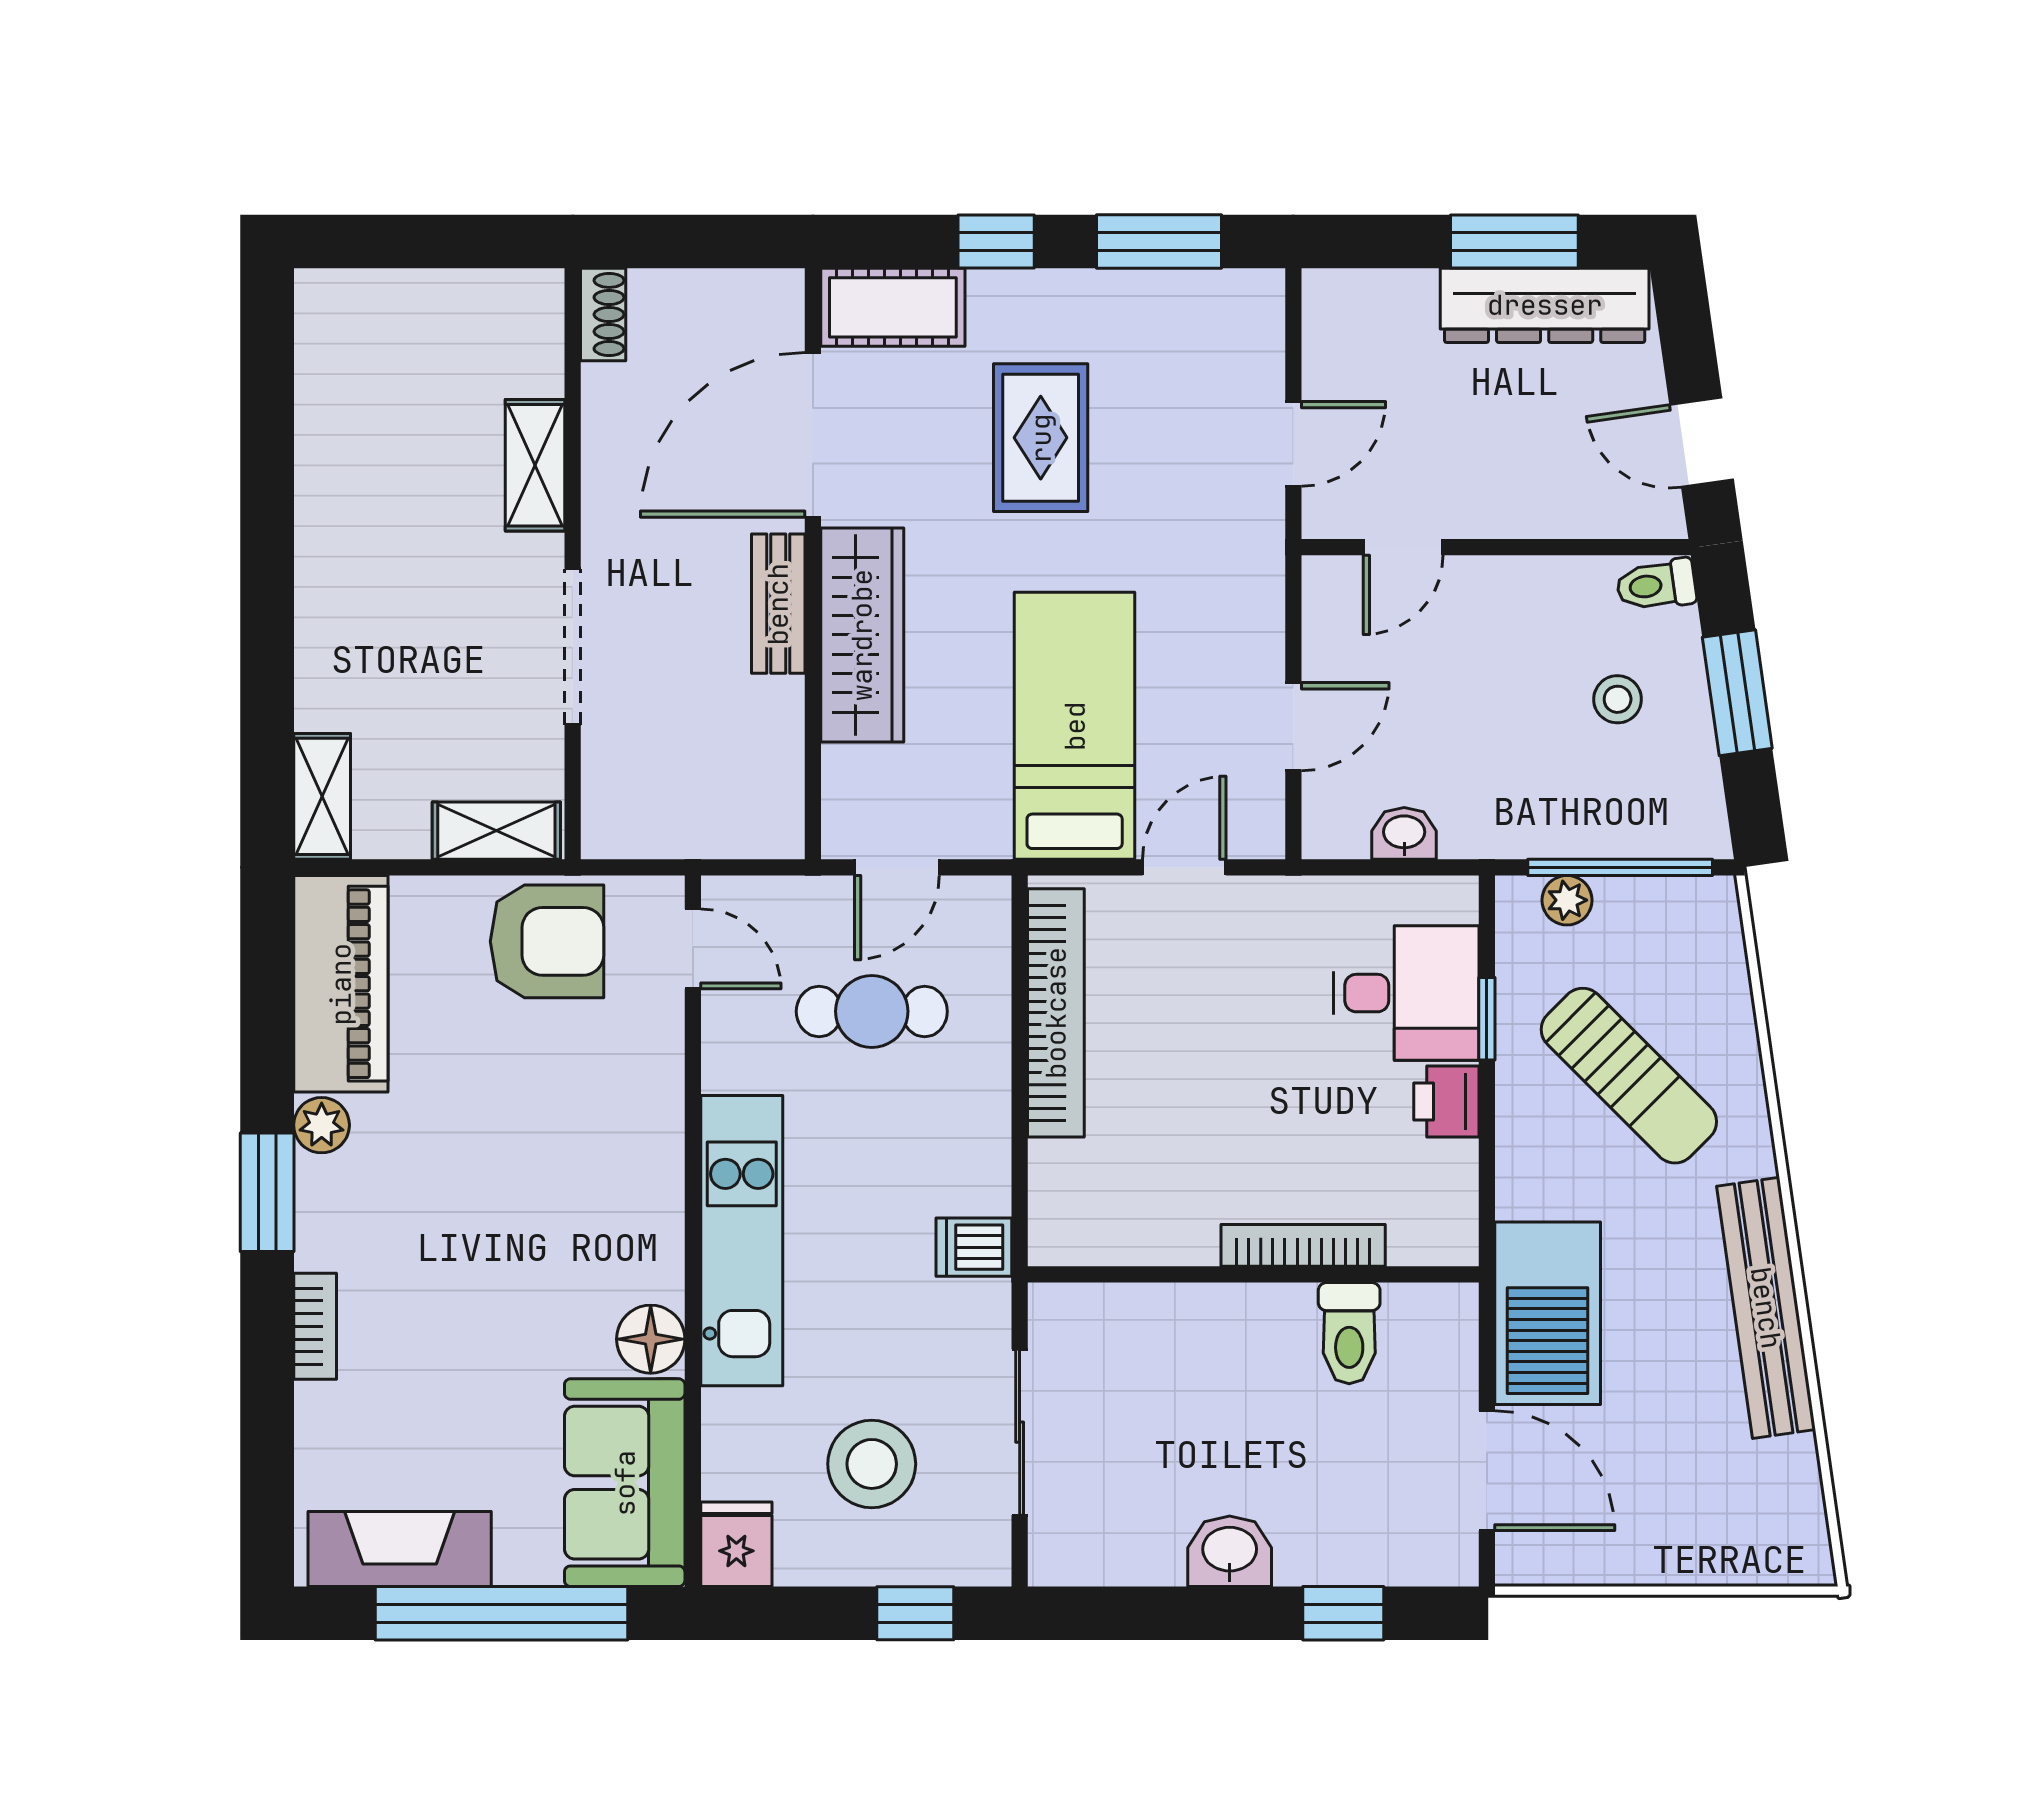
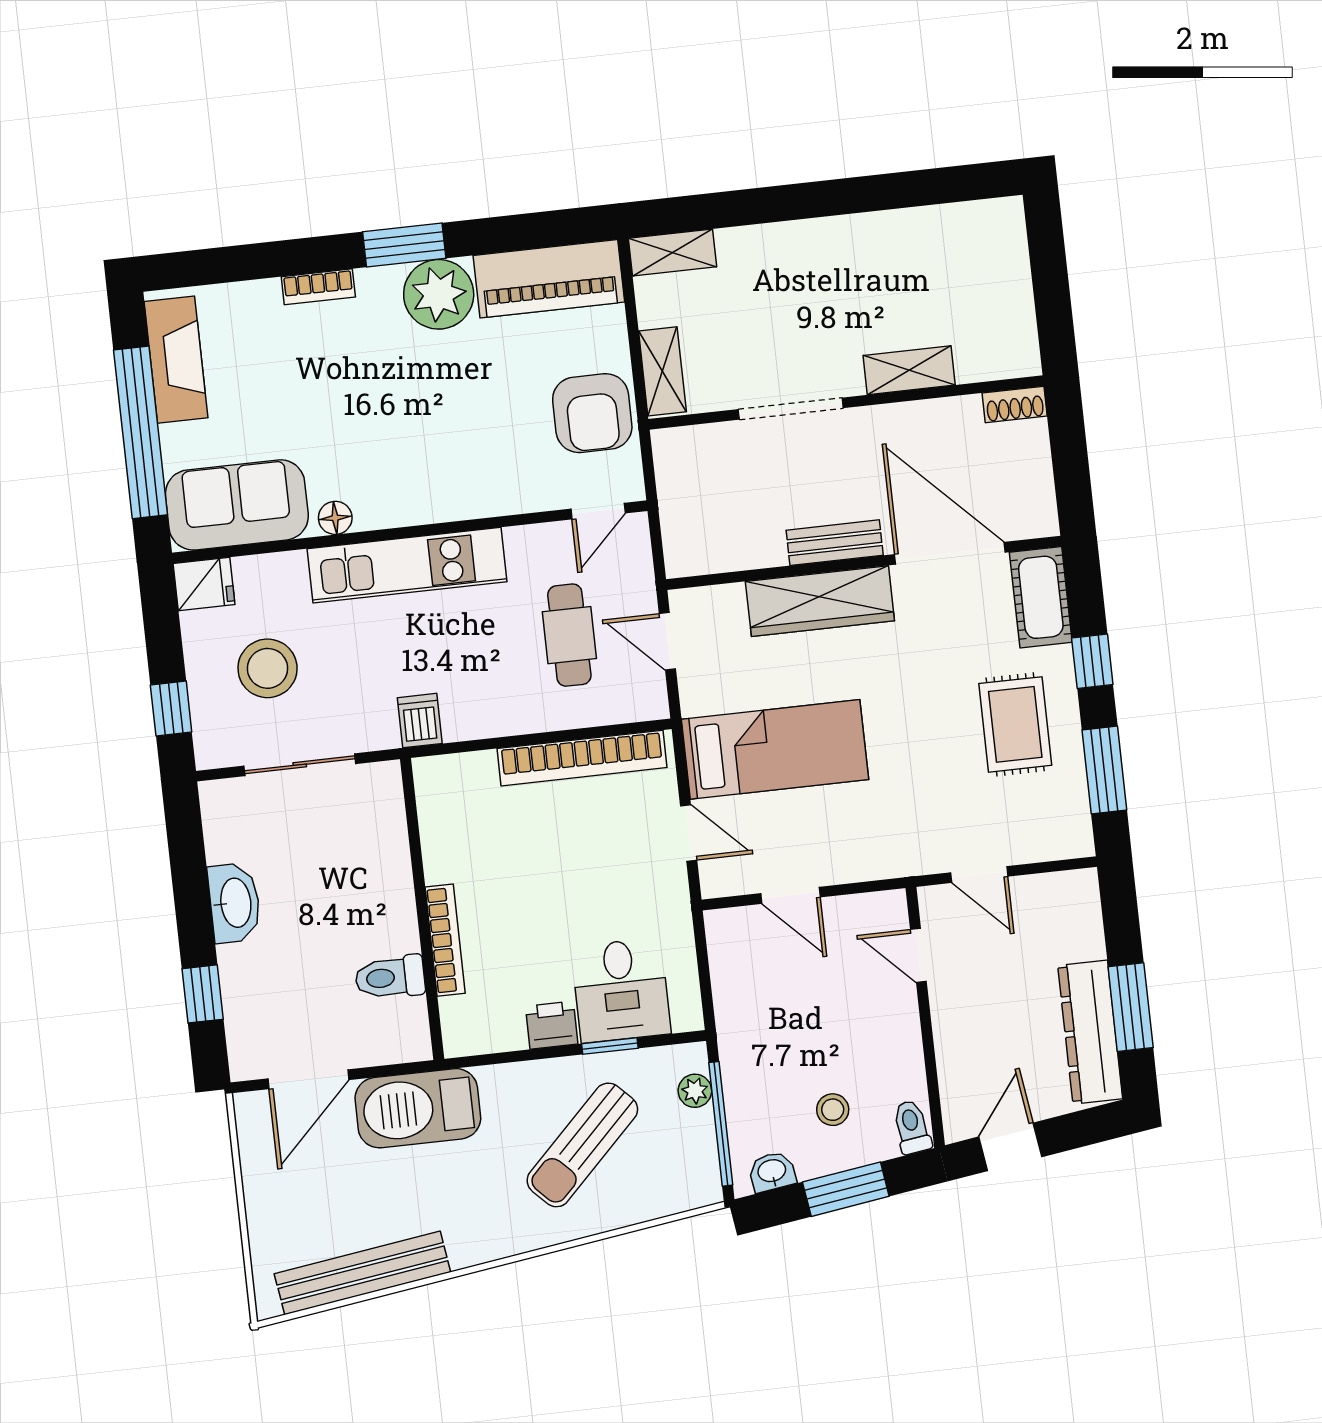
rug: (1041, 438) -> (1015, 724), moved, turned 90
washbasin: (1404, 833) -> (772, 1172), moved, turned -98
plant: (322, 1125) -> (439, 294), width x1.88, depth x1.88
bench: (1766, 1308) -> (362, 1273), moved
floor lamp: (651, 1339) -> (335, 518), width x0.73, depth x0.73
washbasin: (1230, 1551) -> (234, 903), width x1.38

